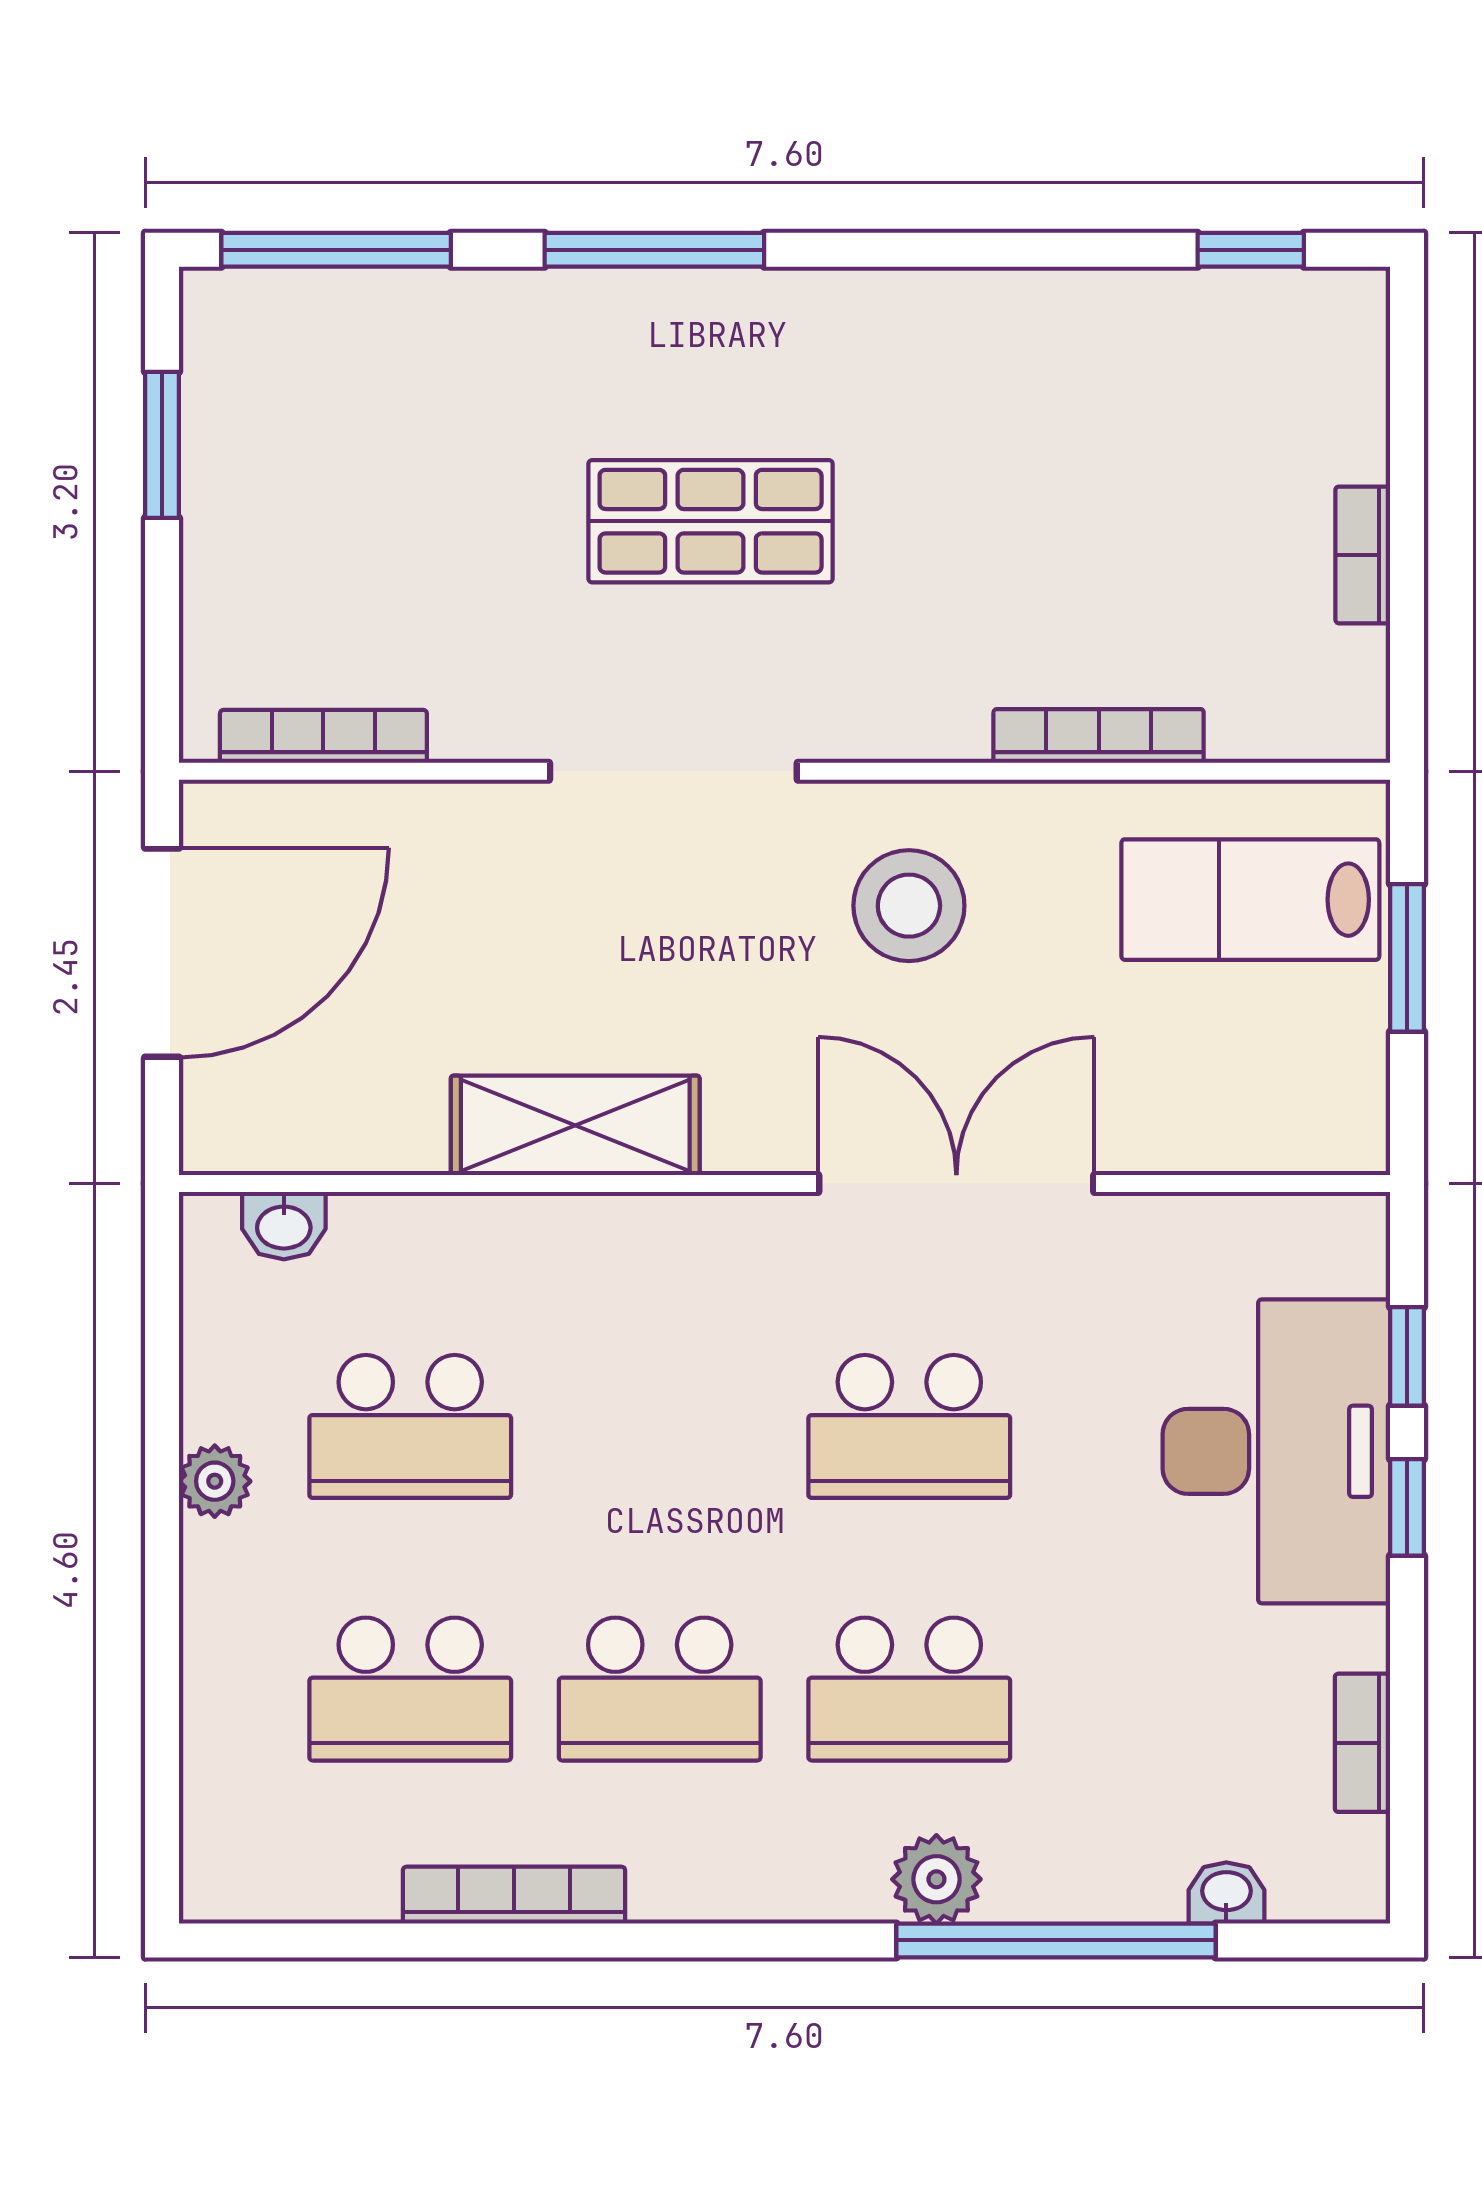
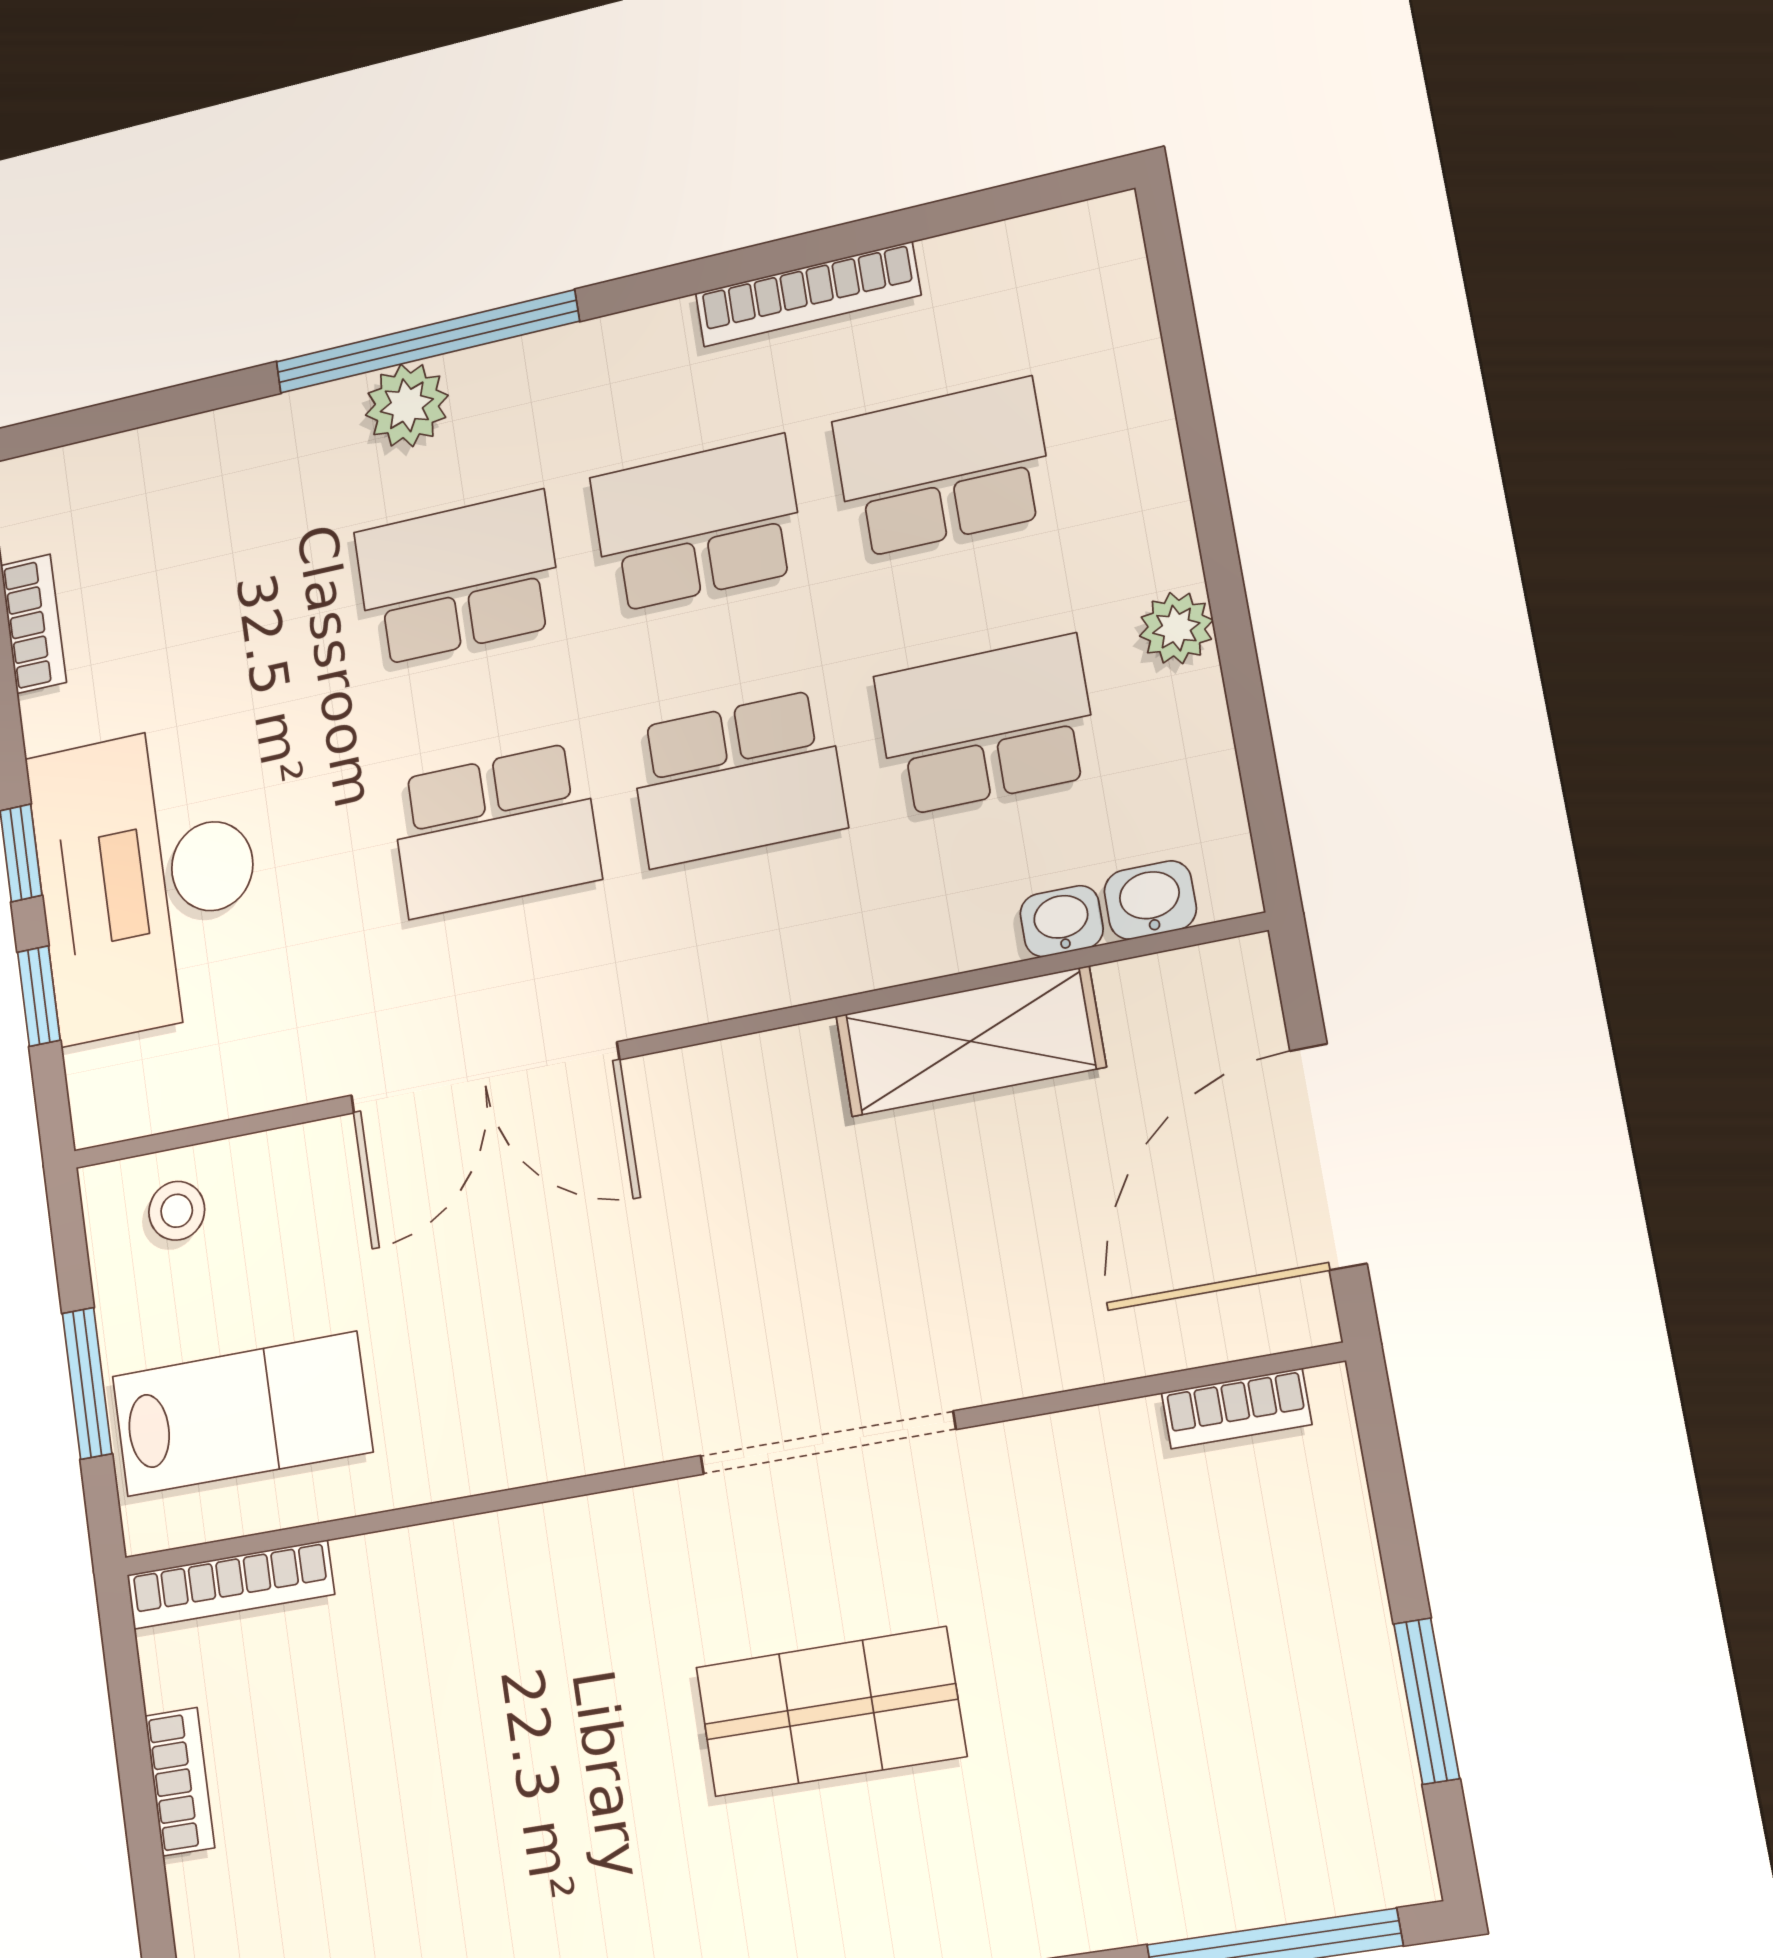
bookcase: (323, 736) -> (1236, 1409), width x0.64
bookcase: (1099, 736) -> (230, 1585), moved
stool: (909, 906) -> (177, 1211), moved, width x0.53, depth x0.53
shelving: (575, 1125) -> (970, 1041), moved
school desk: (660, 1426) -> (737, 778), added
school desk: (909, 1426) -> (495, 830), turned 180
washbasin: (1226, 1893) -> (1062, 921), moved, turned 180
window: (1056, 1940) -> (427, 342), moved

